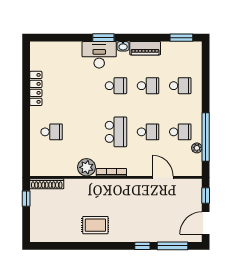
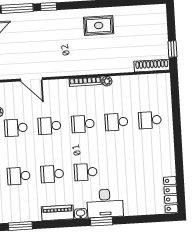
locker: (36, 88) -> (171, 195), moved
school desk: (84, 132) -> (116, 122), added
school desk: (116, 132) -> (83, 124), width x0.54
plant: (86, 167) -> (107, 81), width x0.53, depth x0.53

